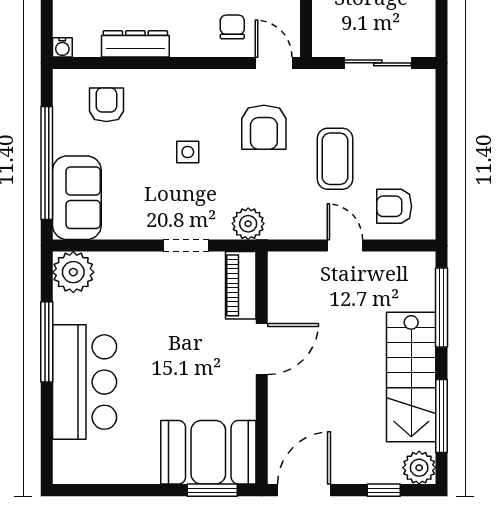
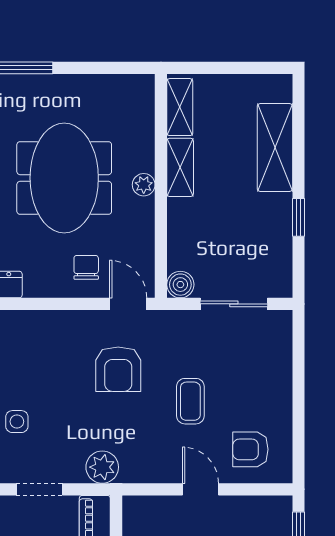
boiler: (325, 44) -> (180, 285), added
side table: (188, 152) -> (17, 422), moved
coffee table: (335, 159) -> (190, 401), width x0.73, depth x0.77

